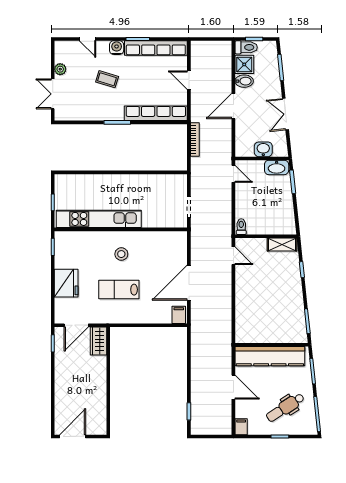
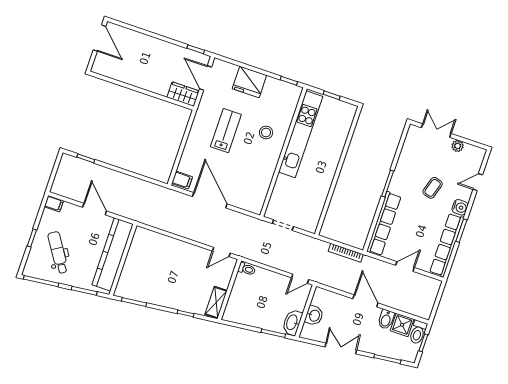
stool: (121, 254) -> (266, 132), moved
door: (233, 387) -> (95, 209), swing flipped

